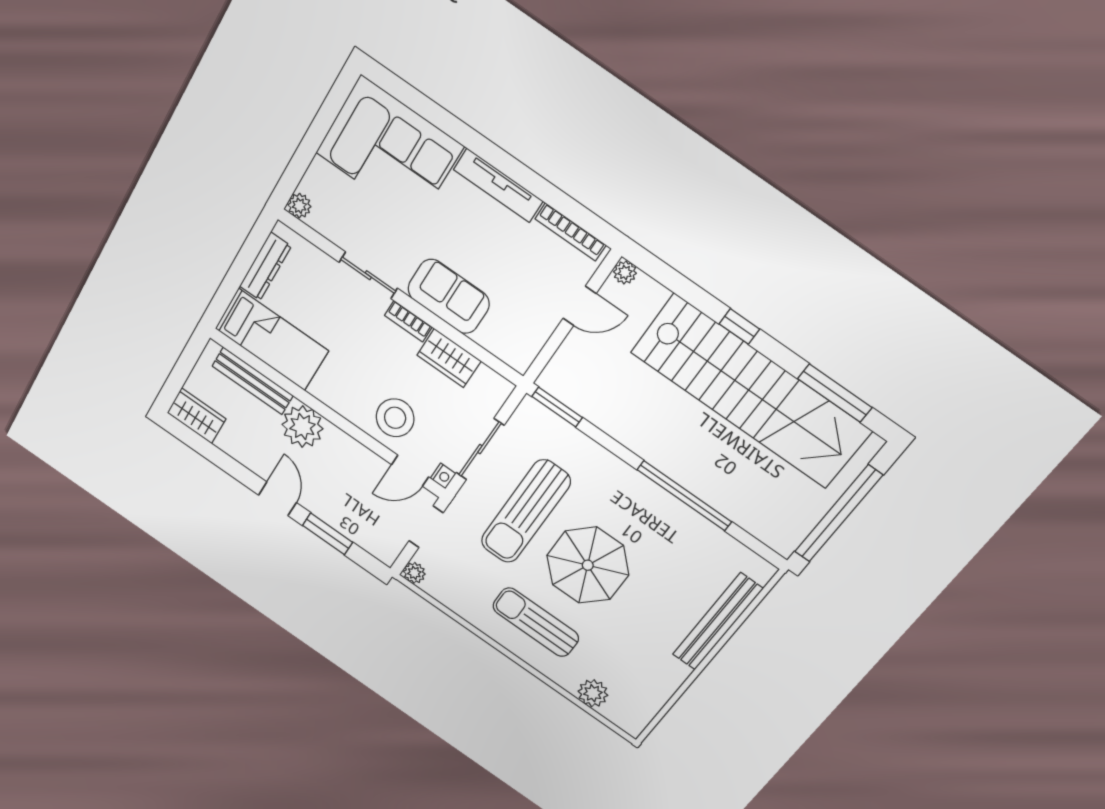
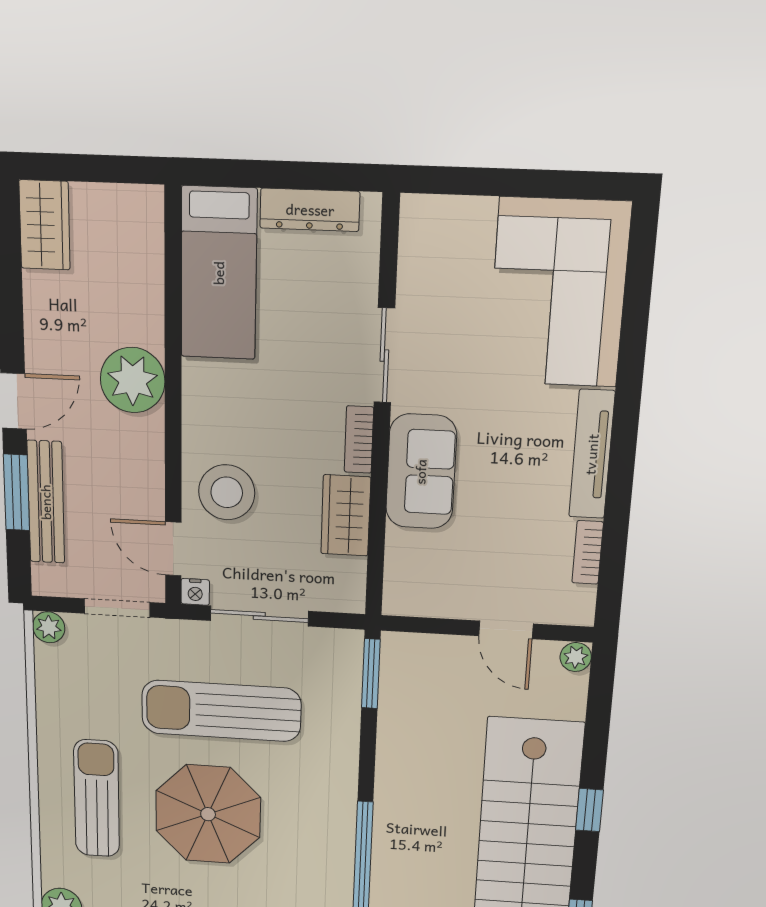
plant: (299, 206) -> (418, 212), removed
bookcase: (571, 232) -> (588, 552), width x0.64
bench: (253, 381) -> (46, 502), moved

